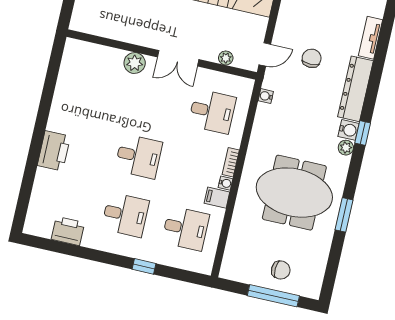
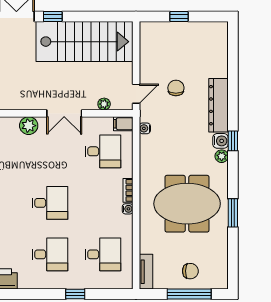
tv unit: (371, 38) -> (146, 272), moved, turned 180
filing cabinet: (217, 198) -> (123, 124), moved

